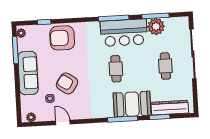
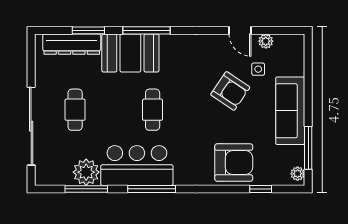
plant: (31, 117) -> (266, 41), moved

